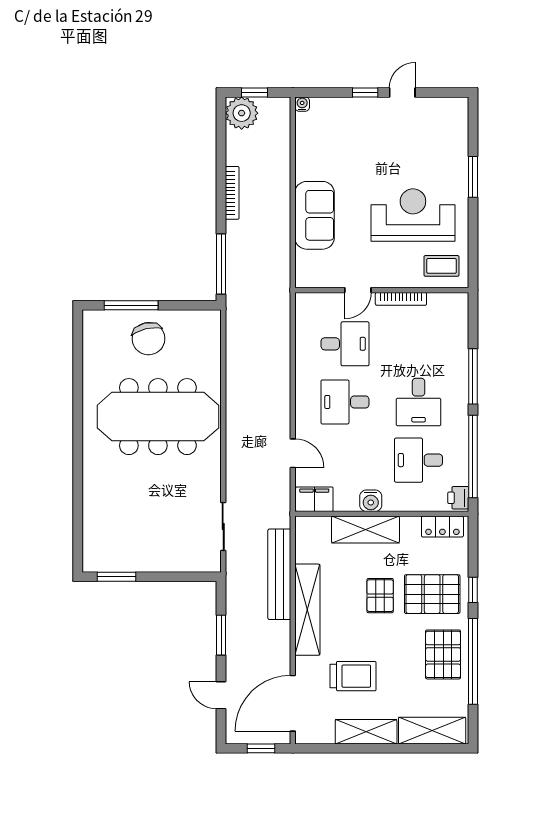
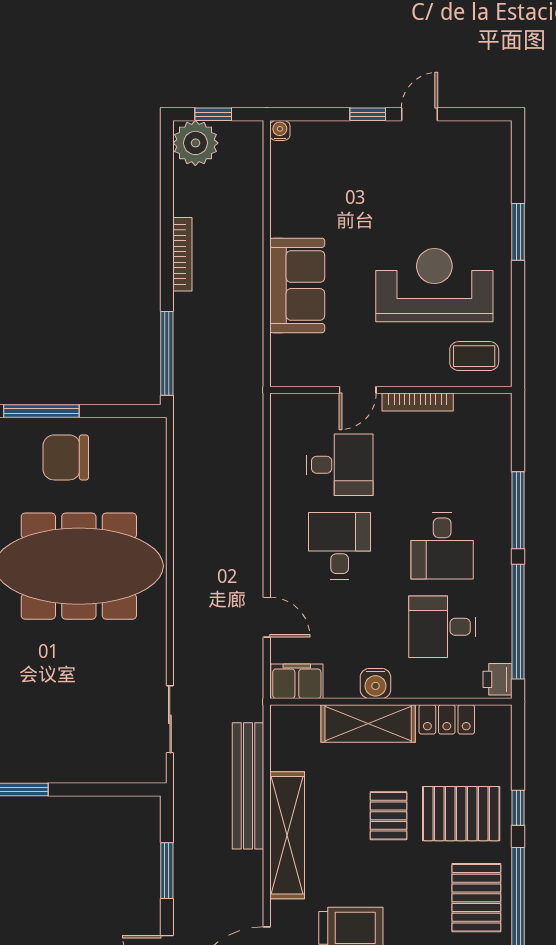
chair: (149, 339) -> (66, 457), turned 103
desk: (345, 402) -> (340, 546), turned 90
locker: (442, 527) -> (447, 719), moved

